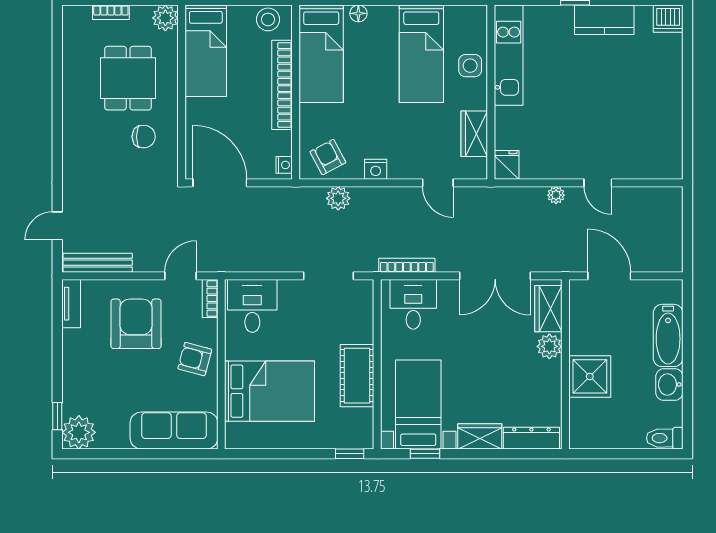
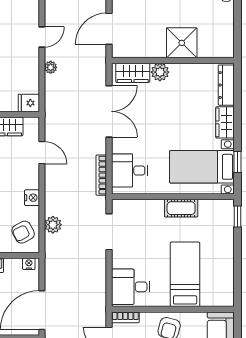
door: (438, 183) -> (42, 153), hinge flipped
cot: (357, 376) -> (181, 208), width x0.73, depth x0.75
bed: (270, 391) -> (185, 274), width x0.67

